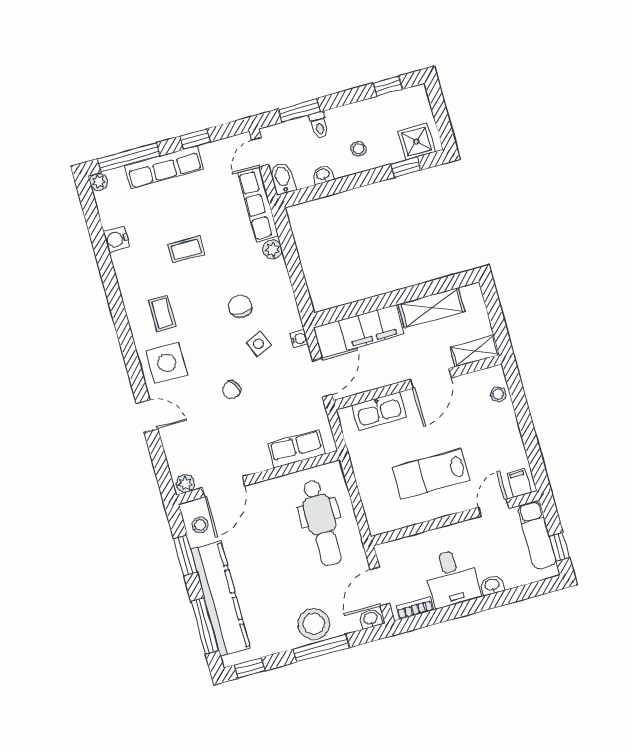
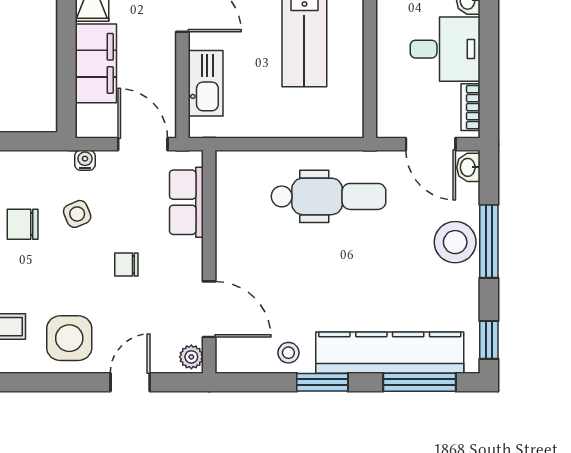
chair: (232, 390) -> (126, 264), turned 119
row of seats: (297, 449) -> (186, 202), moved
wall: (258, 477) -> (209, 262), moved
plant: (185, 483) -> (191, 357), moved
door: (223, 487) -> (209, 309), moved

